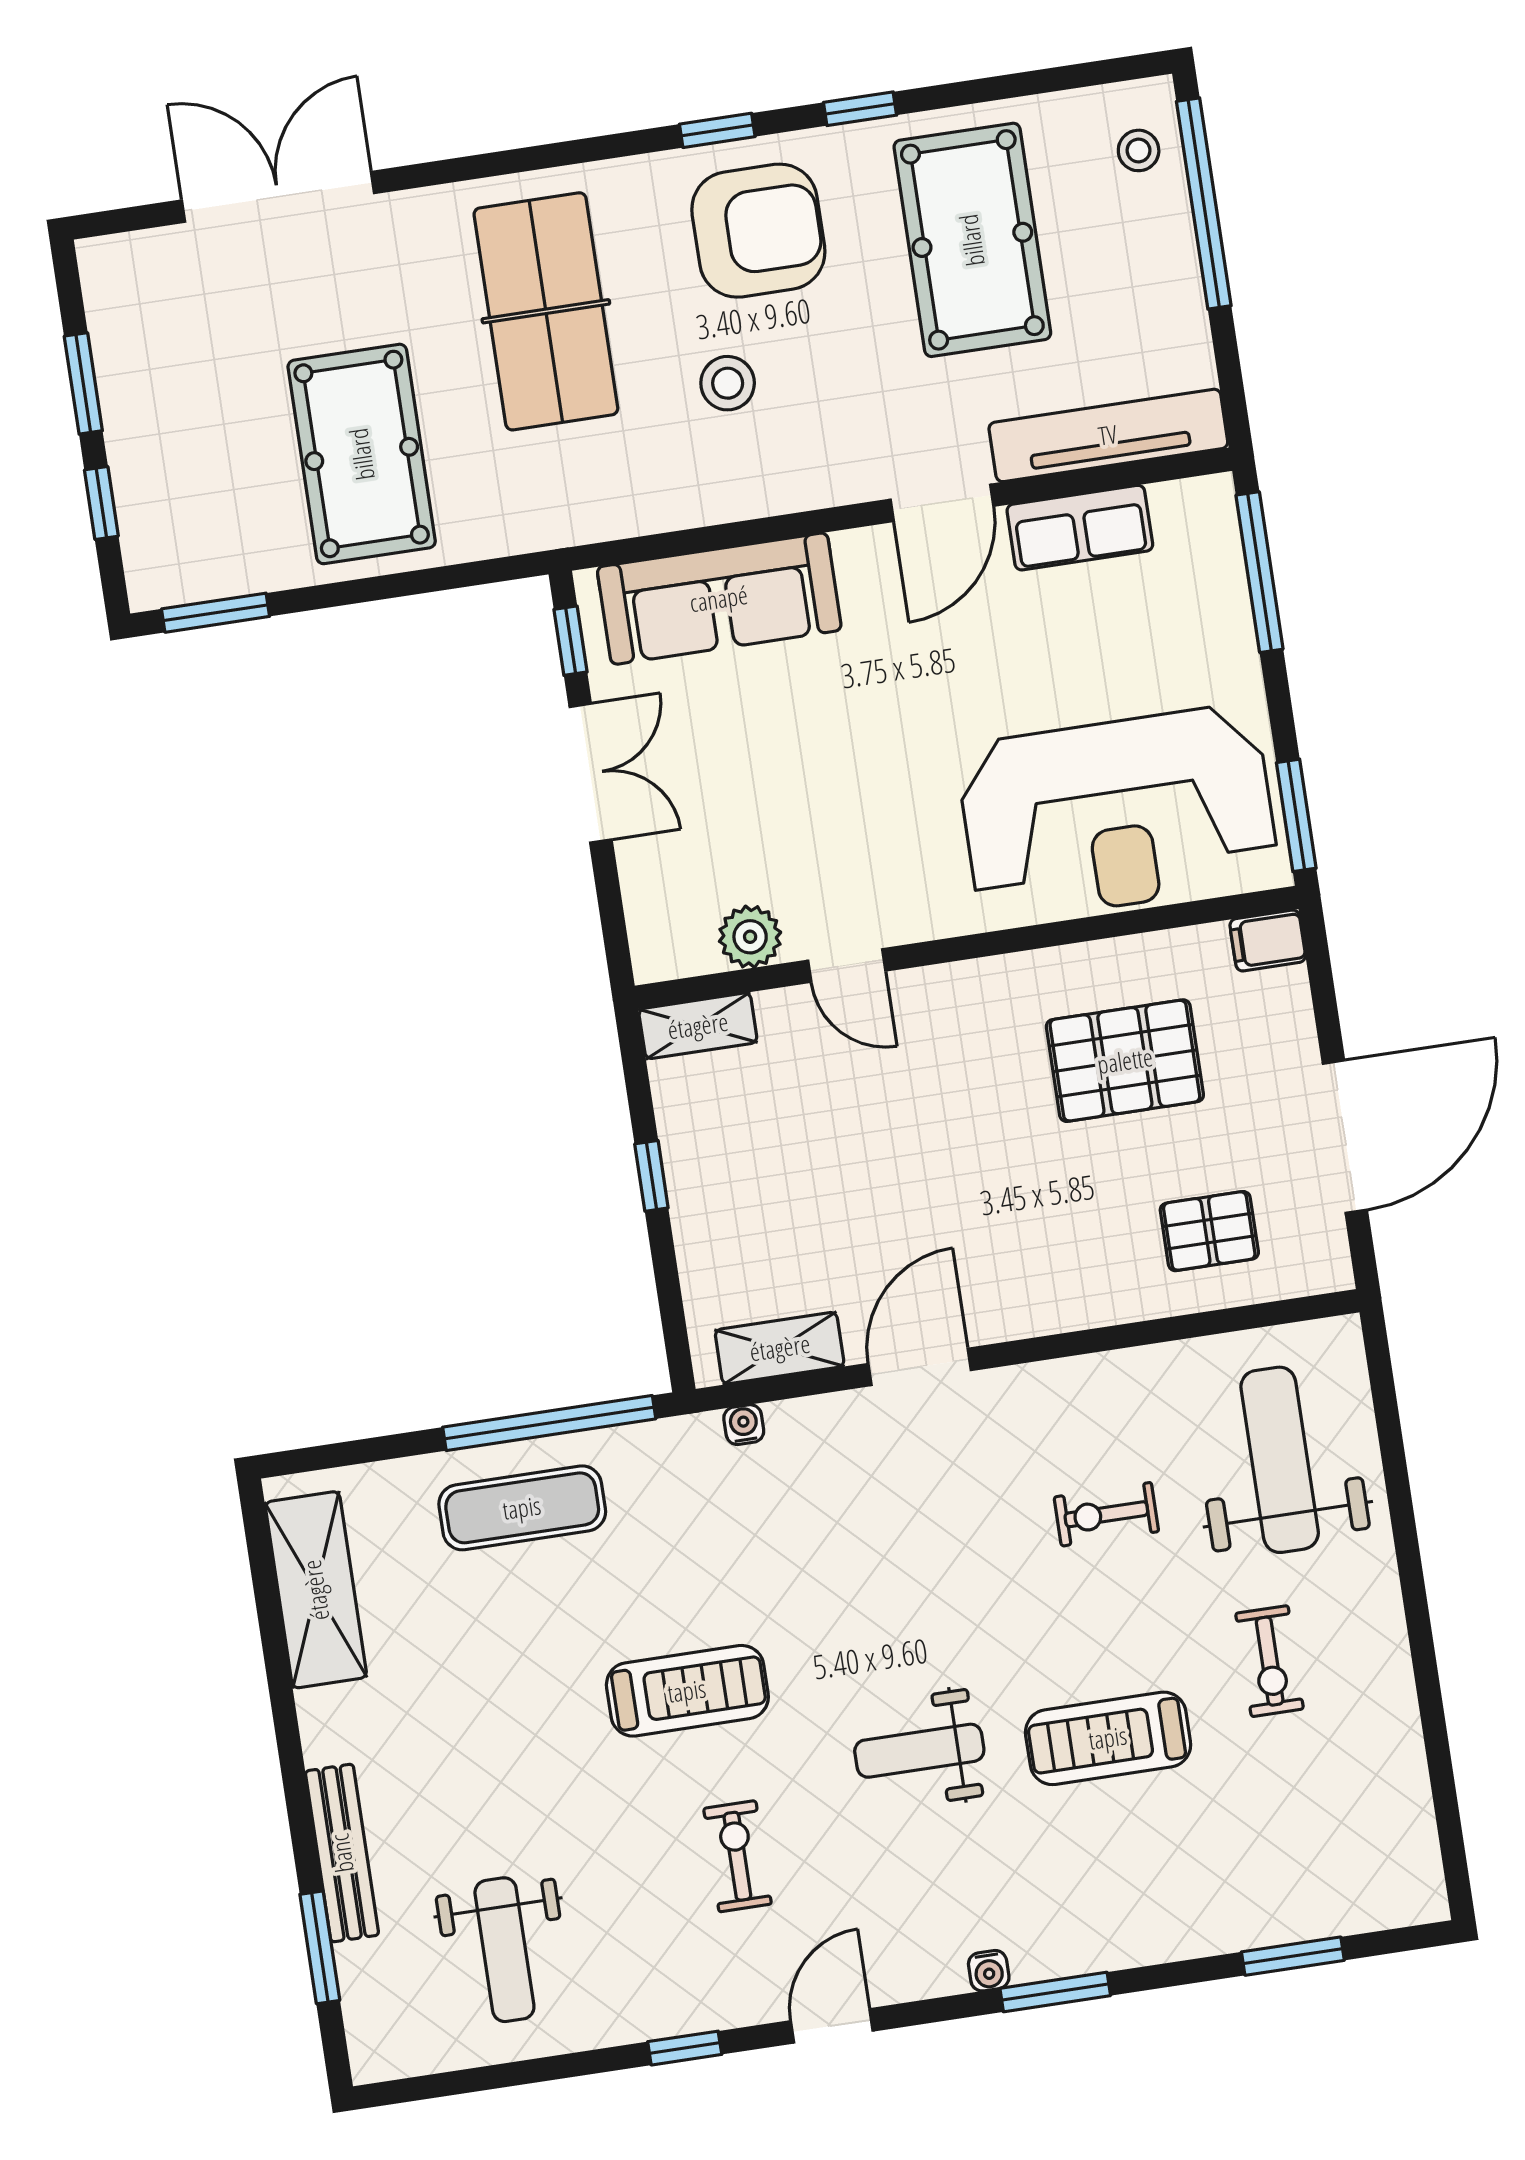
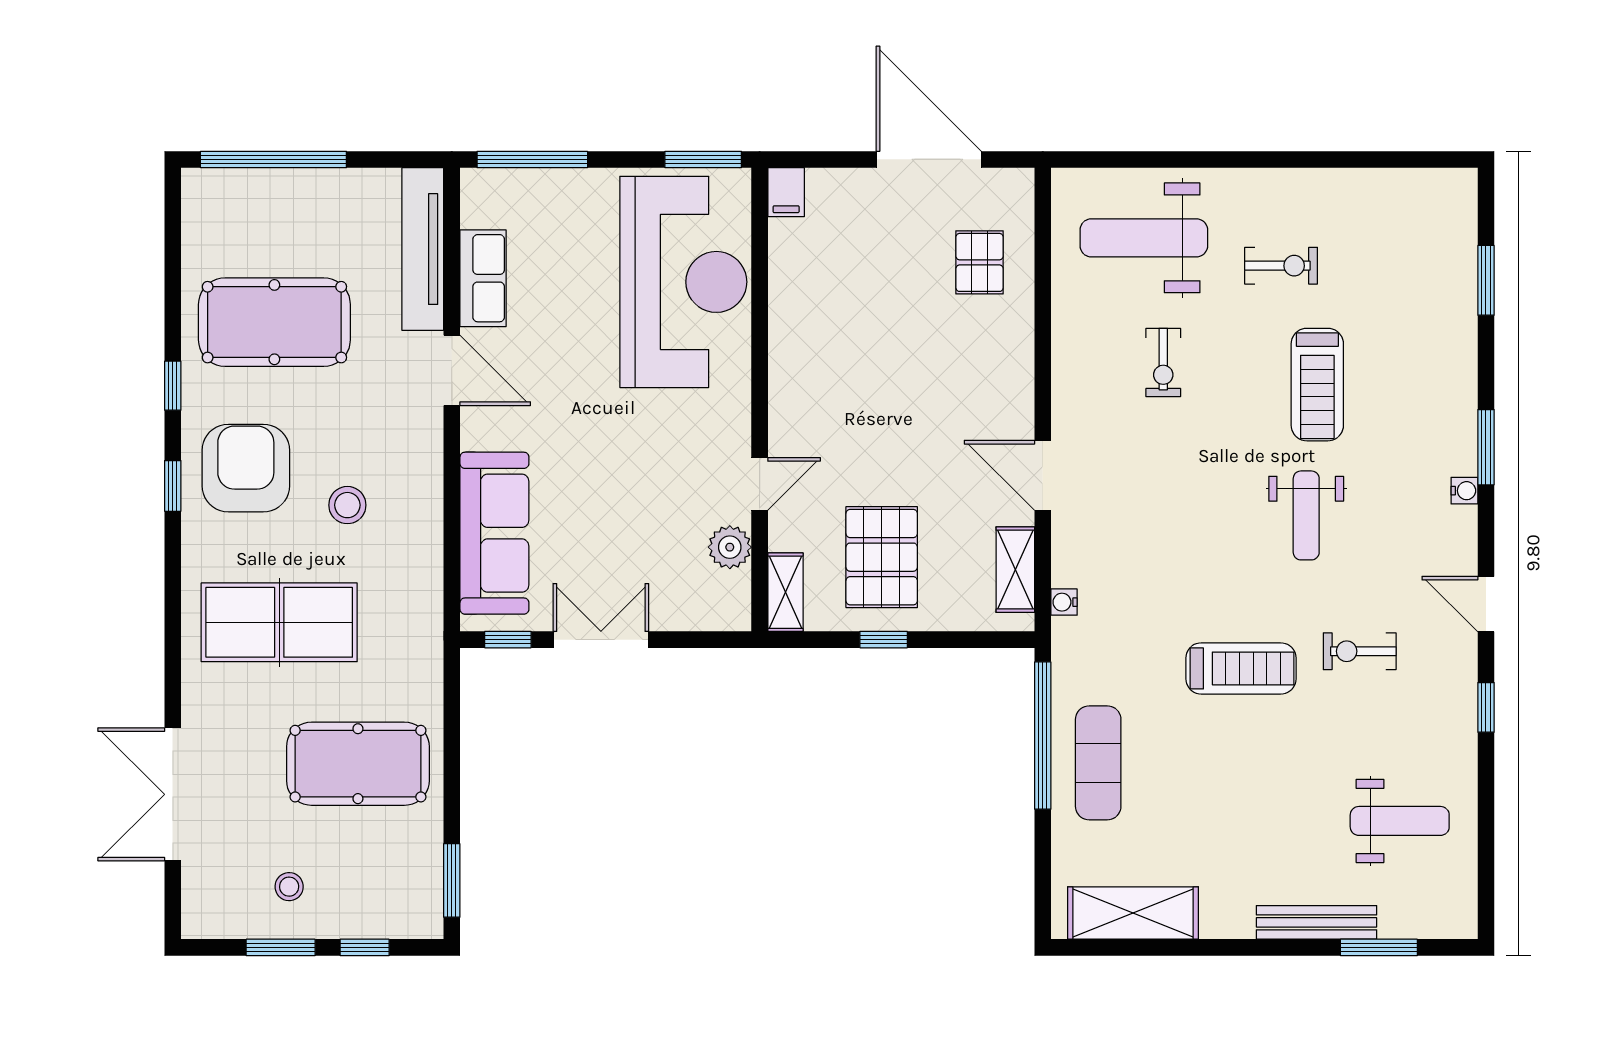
stool: (1139, 150) -> (289, 887), moved
pallet: (1125, 1061) -> (882, 557), moved
treadmill: (687, 1691) -> (1241, 668), turned 90

